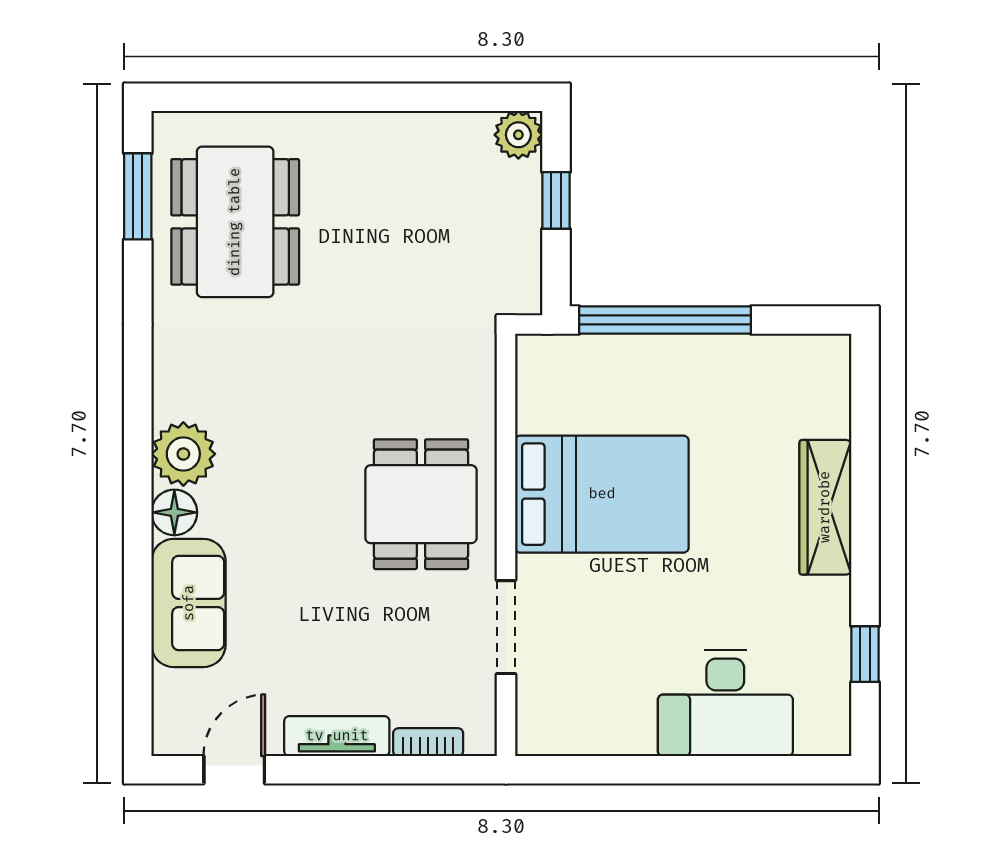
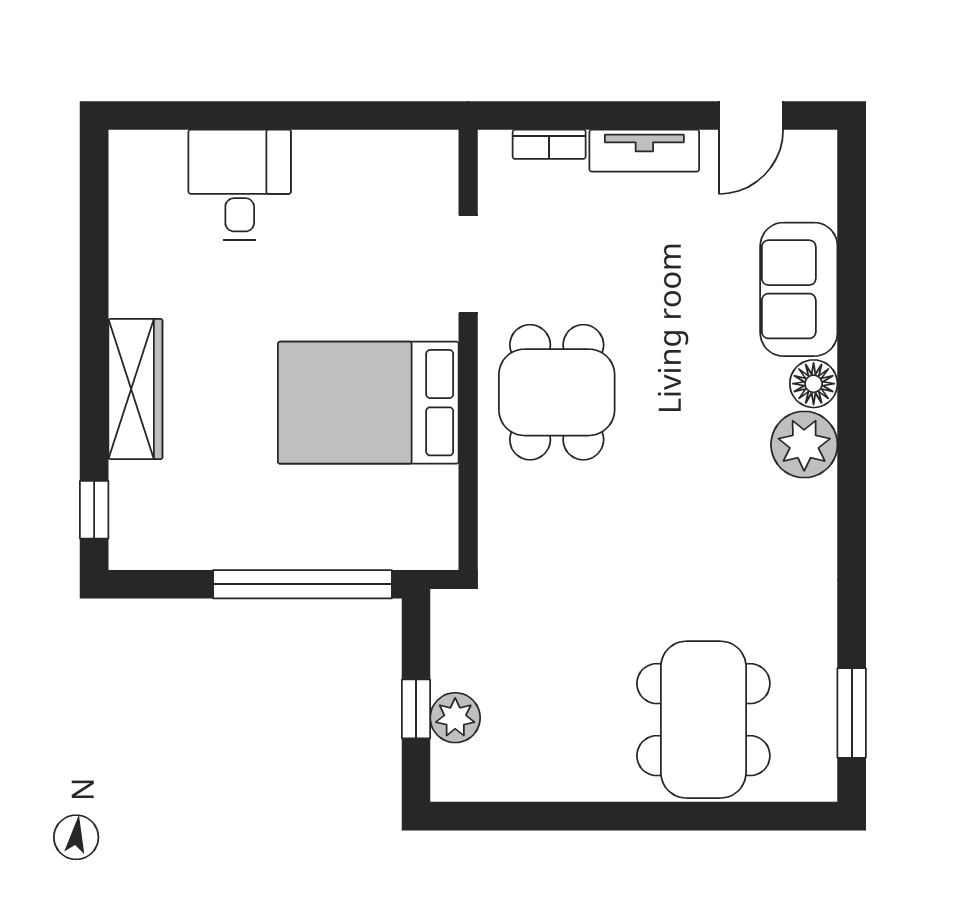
plant: (518, 135) -> (455, 718), moved
dining table: (235, 222) -> (703, 720), moved
window: (865, 654) -> (94, 510), moved
desk: (725, 703) -> (240, 185), width x0.73

